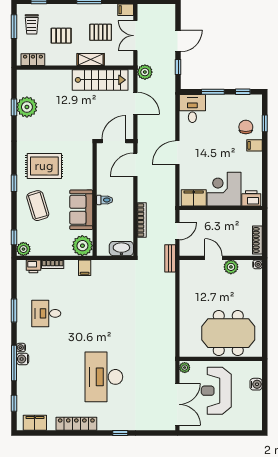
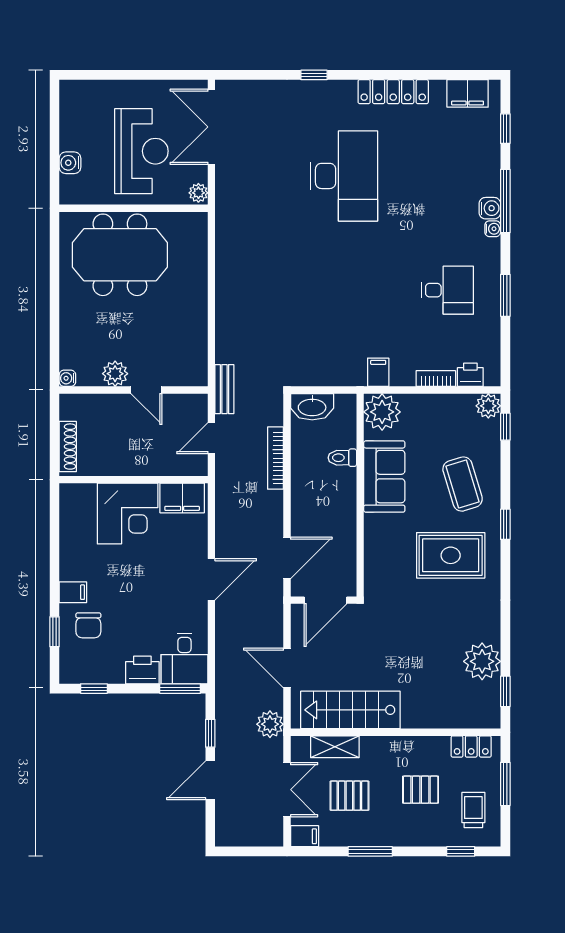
window: (14, 27) -> (505, 784), moved
shelving: (91, 60) -> (335, 747), moved
window: (213, 92) -> (180, 689), moved
window: (14, 107) -> (505, 691), moved
printer: (251, 198) -> (142, 670), moved, turned 180
toilet: (105, 200) -> (342, 458), moved
shoe rack: (257, 240) -> (68, 447), moved

